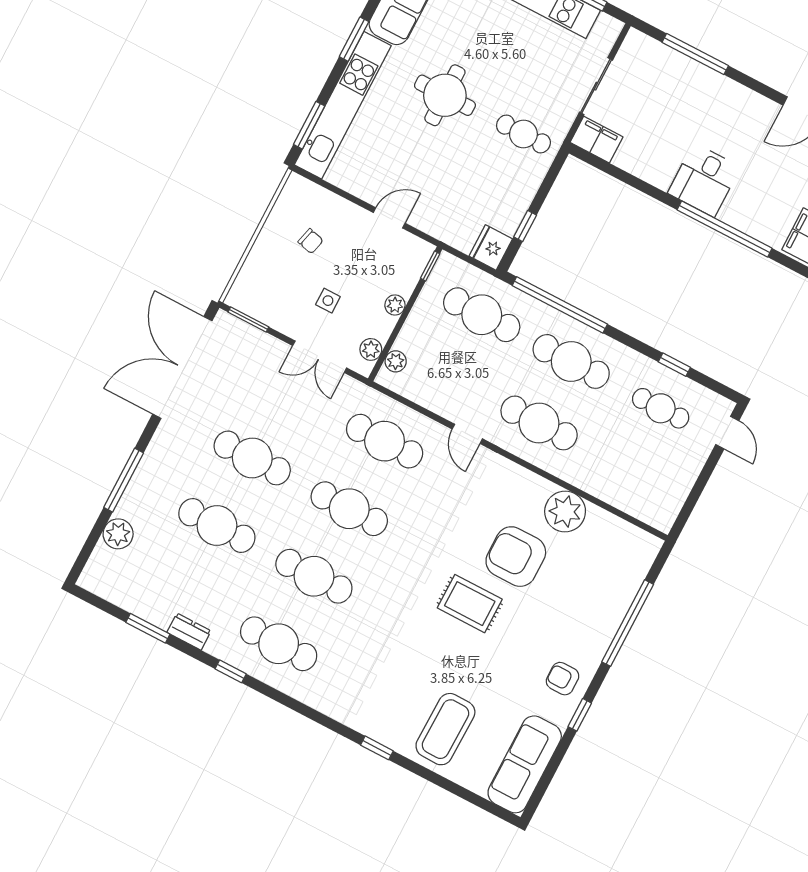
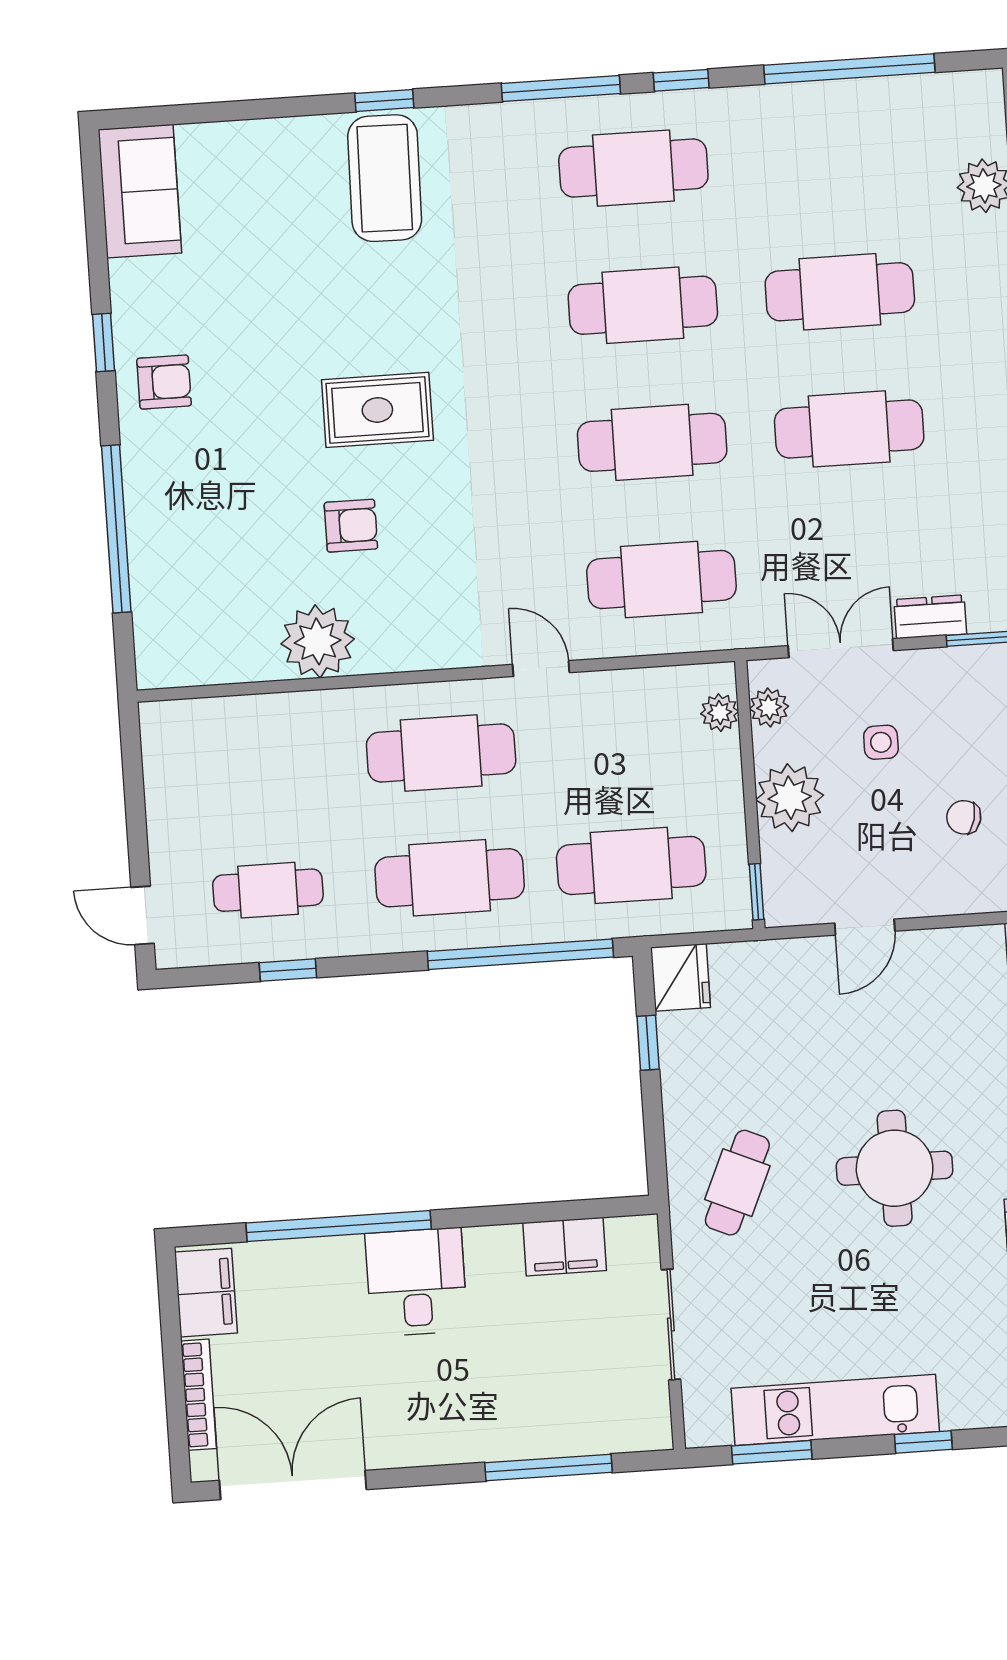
cafe table: (523, 134) -> (737, 1183), turned -66
filing cabinet: (597, 140) -> (565, 1247), moved
plant: (395, 305) -> (790, 798), width x1.88, depth x1.88
armchair: (516, 557) -> (351, 526), width x0.53, depth x0.53
window: (148, 628) -> (849, 69), width x2.11
dresser: (189, 632) -> (930, 617), moved, turned 180
window: (290, 702) -> (561, 89), added
coffee table: (445, 729) -> (385, 178), moved
sofa: (525, 764) -> (140, 191), width x0.73

